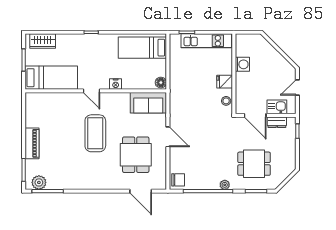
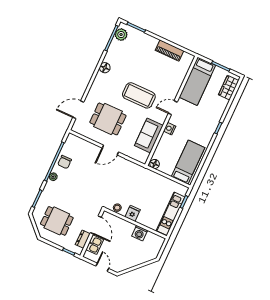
sofa: (148, 103) -> (149, 136), moved
door: (255, 115) -> (96, 225), swing flipped
piano: (32, 143) -> (170, 50), moved
dining table: (254, 164) -> (57, 221), moved, turned 90
chair: (178, 180) -> (65, 162), moved
floor lamp: (82, 184) -> (105, 68), added

